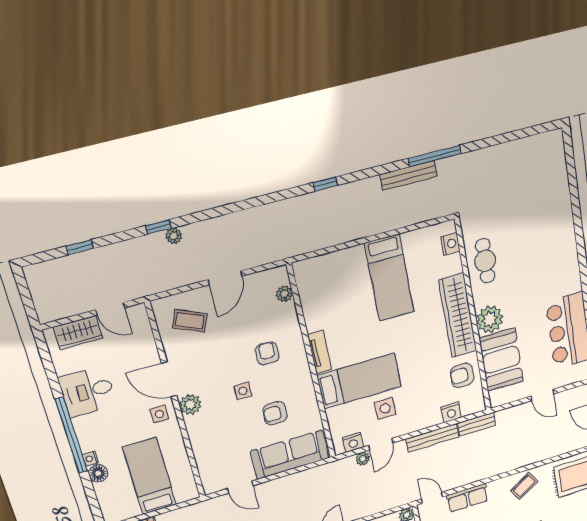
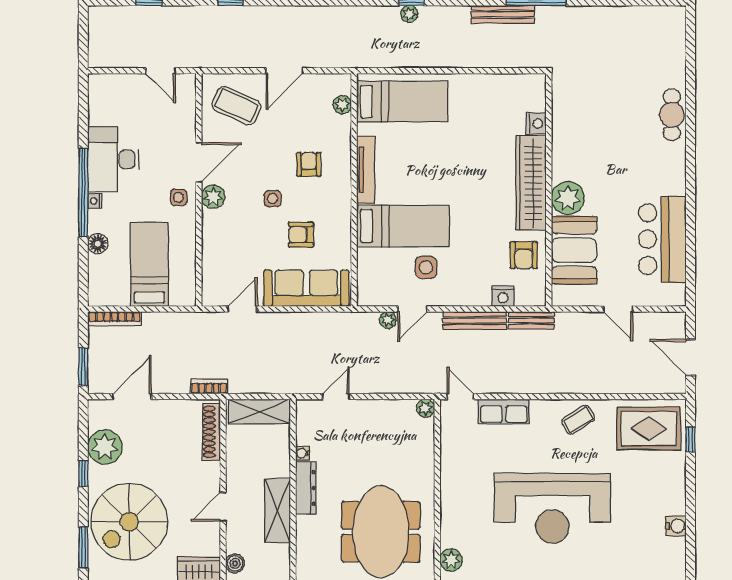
plant: (174, 236) -> (409, 14), moved
nightstand: (450, 244) -> (536, 124), moved
cafe table: (485, 261) -> (672, 115), moved
bed: (389, 278) -> (402, 101), moved, turned -90
coffee table: (190, 321) -> (236, 106), width x1.36, depth x1.30
wardrobe: (78, 333) -> (122, 86), removed
tv unit: (320, 352) -> (366, 170), width x1.41
armchair: (462, 375) -> (524, 255), turned -90
door: (169, 379) -> (199, 162), swing flipped
desk: (88, 391) -> (113, 159), width x1.37
nightstand: (353, 442) -> (381, 296), removed
nightstand: (90, 458) -> (95, 201), moved
door: (240, 487) -> (242, 309), swing flipped

